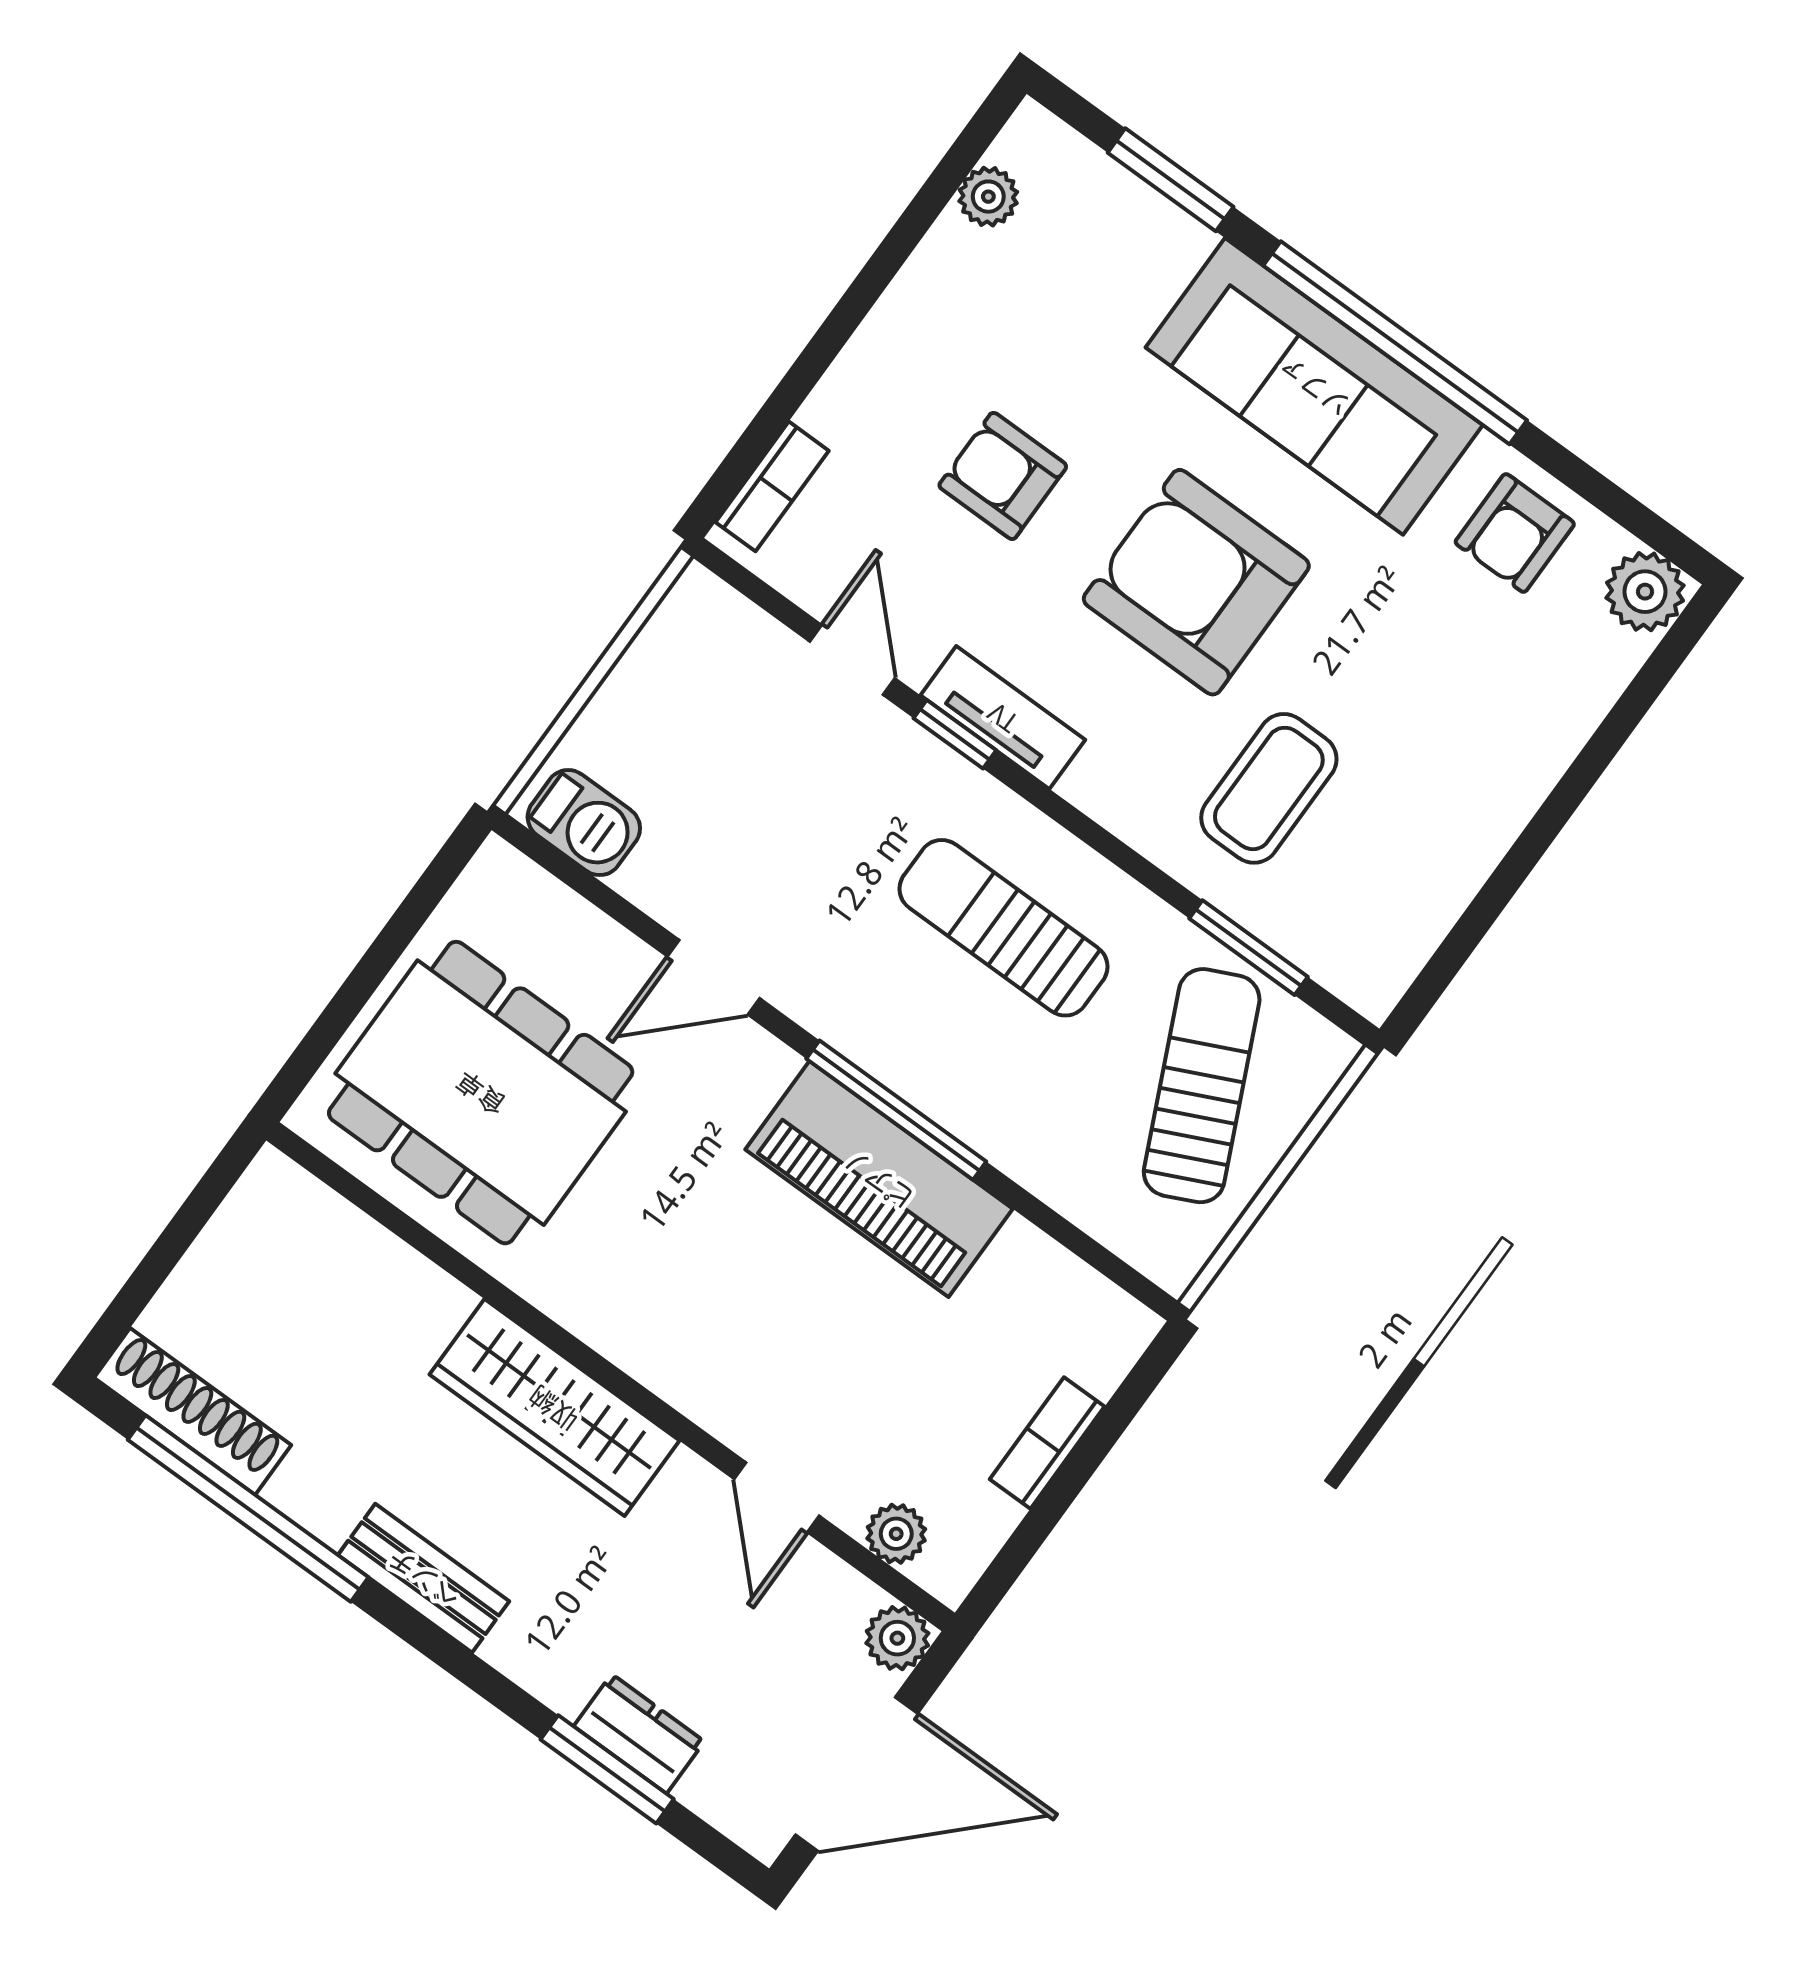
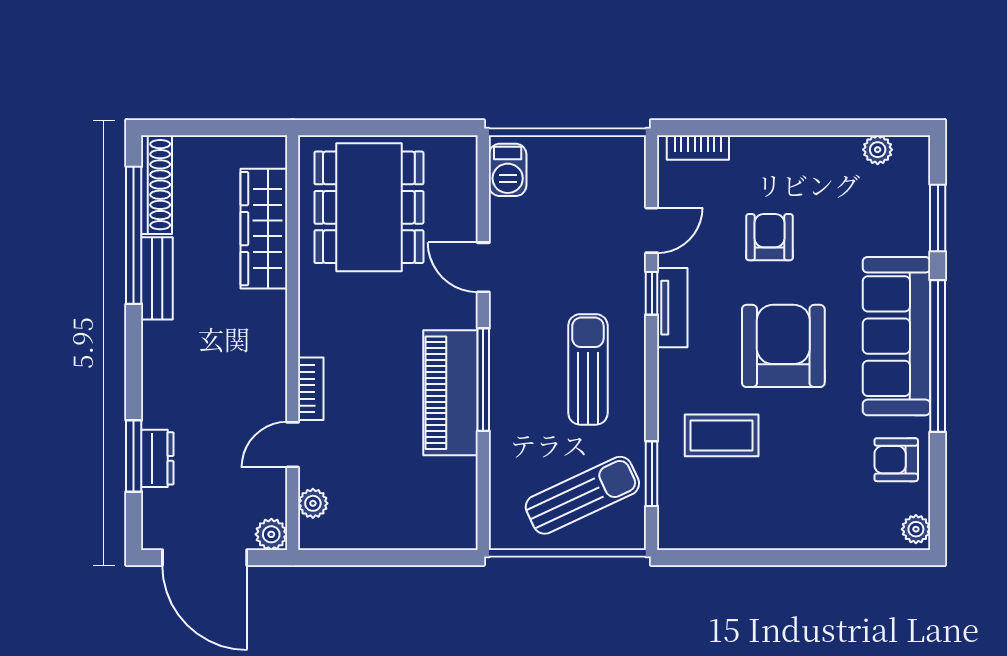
plant: (1645, 592) -> (916, 529), width x0.73, depth x0.73
wardrobe: (554, 1408) -> (264, 229), moved
bookcase: (1047, 1443) -> (311, 389), moved, turned 90
bench: (424, 1578) -> (157, 278), moved

